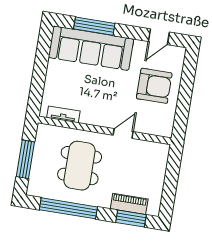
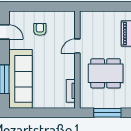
armchair: (154, 86) -> (40, 29), width x0.53, depth x0.53
door: (123, 133) -> (77, 46), hinge flipped

